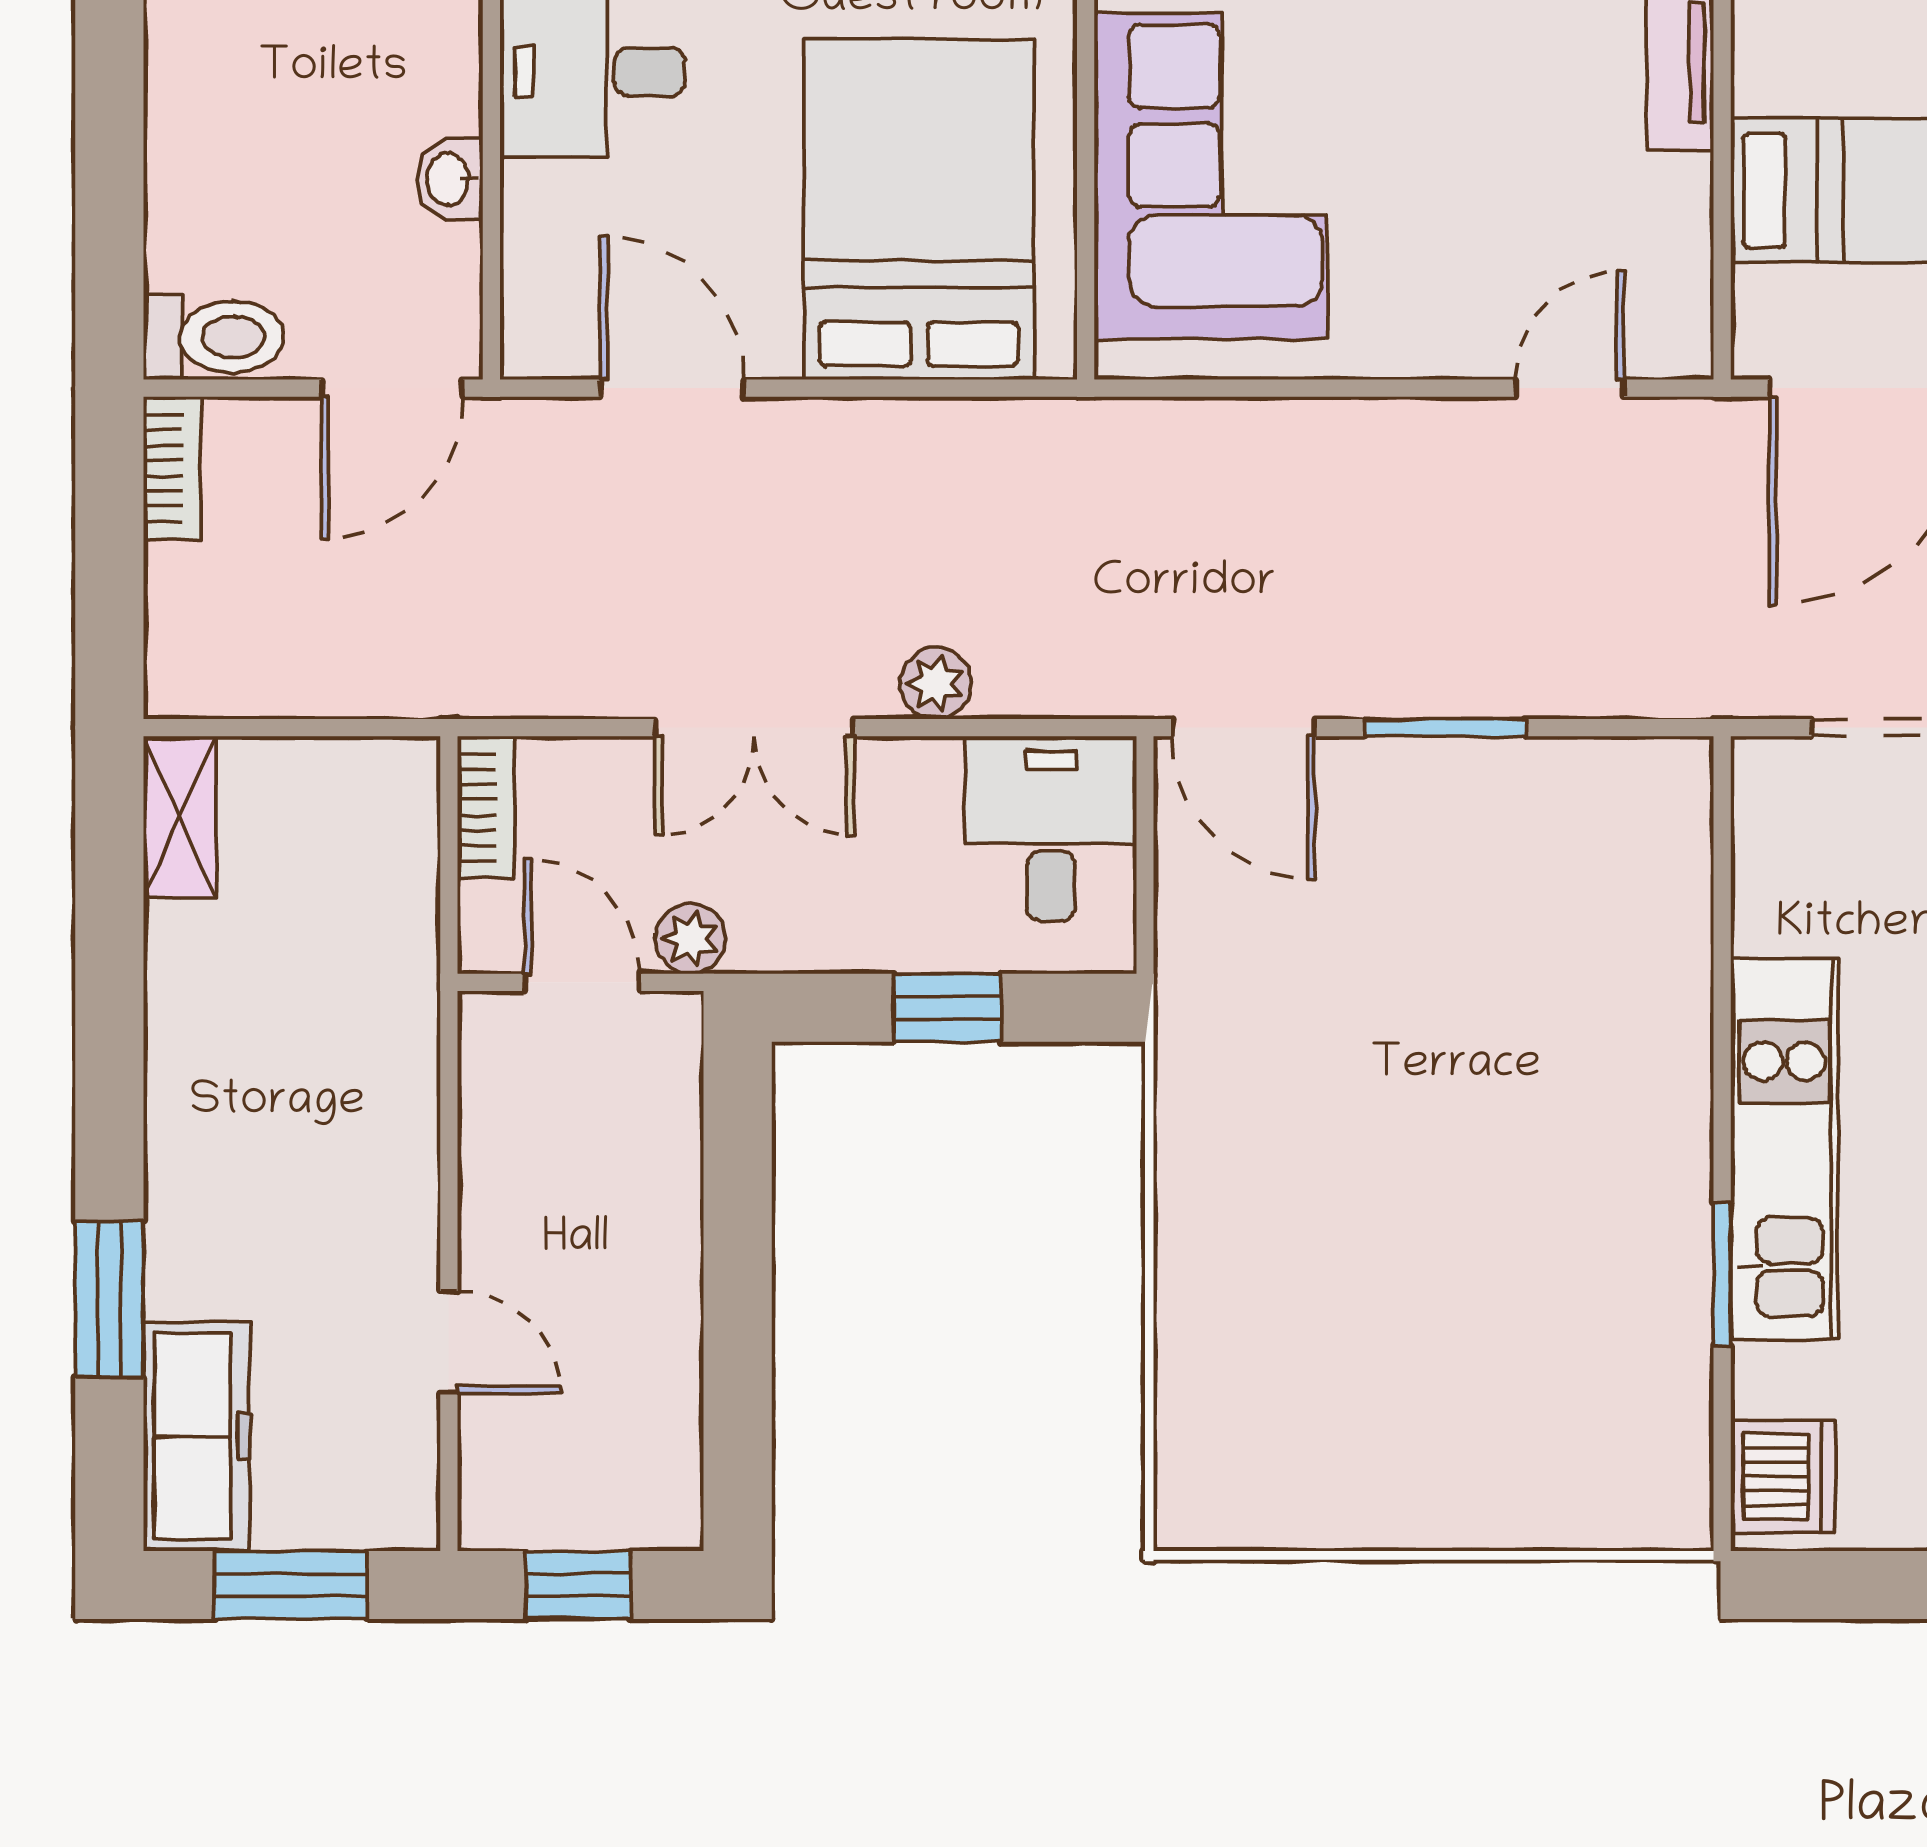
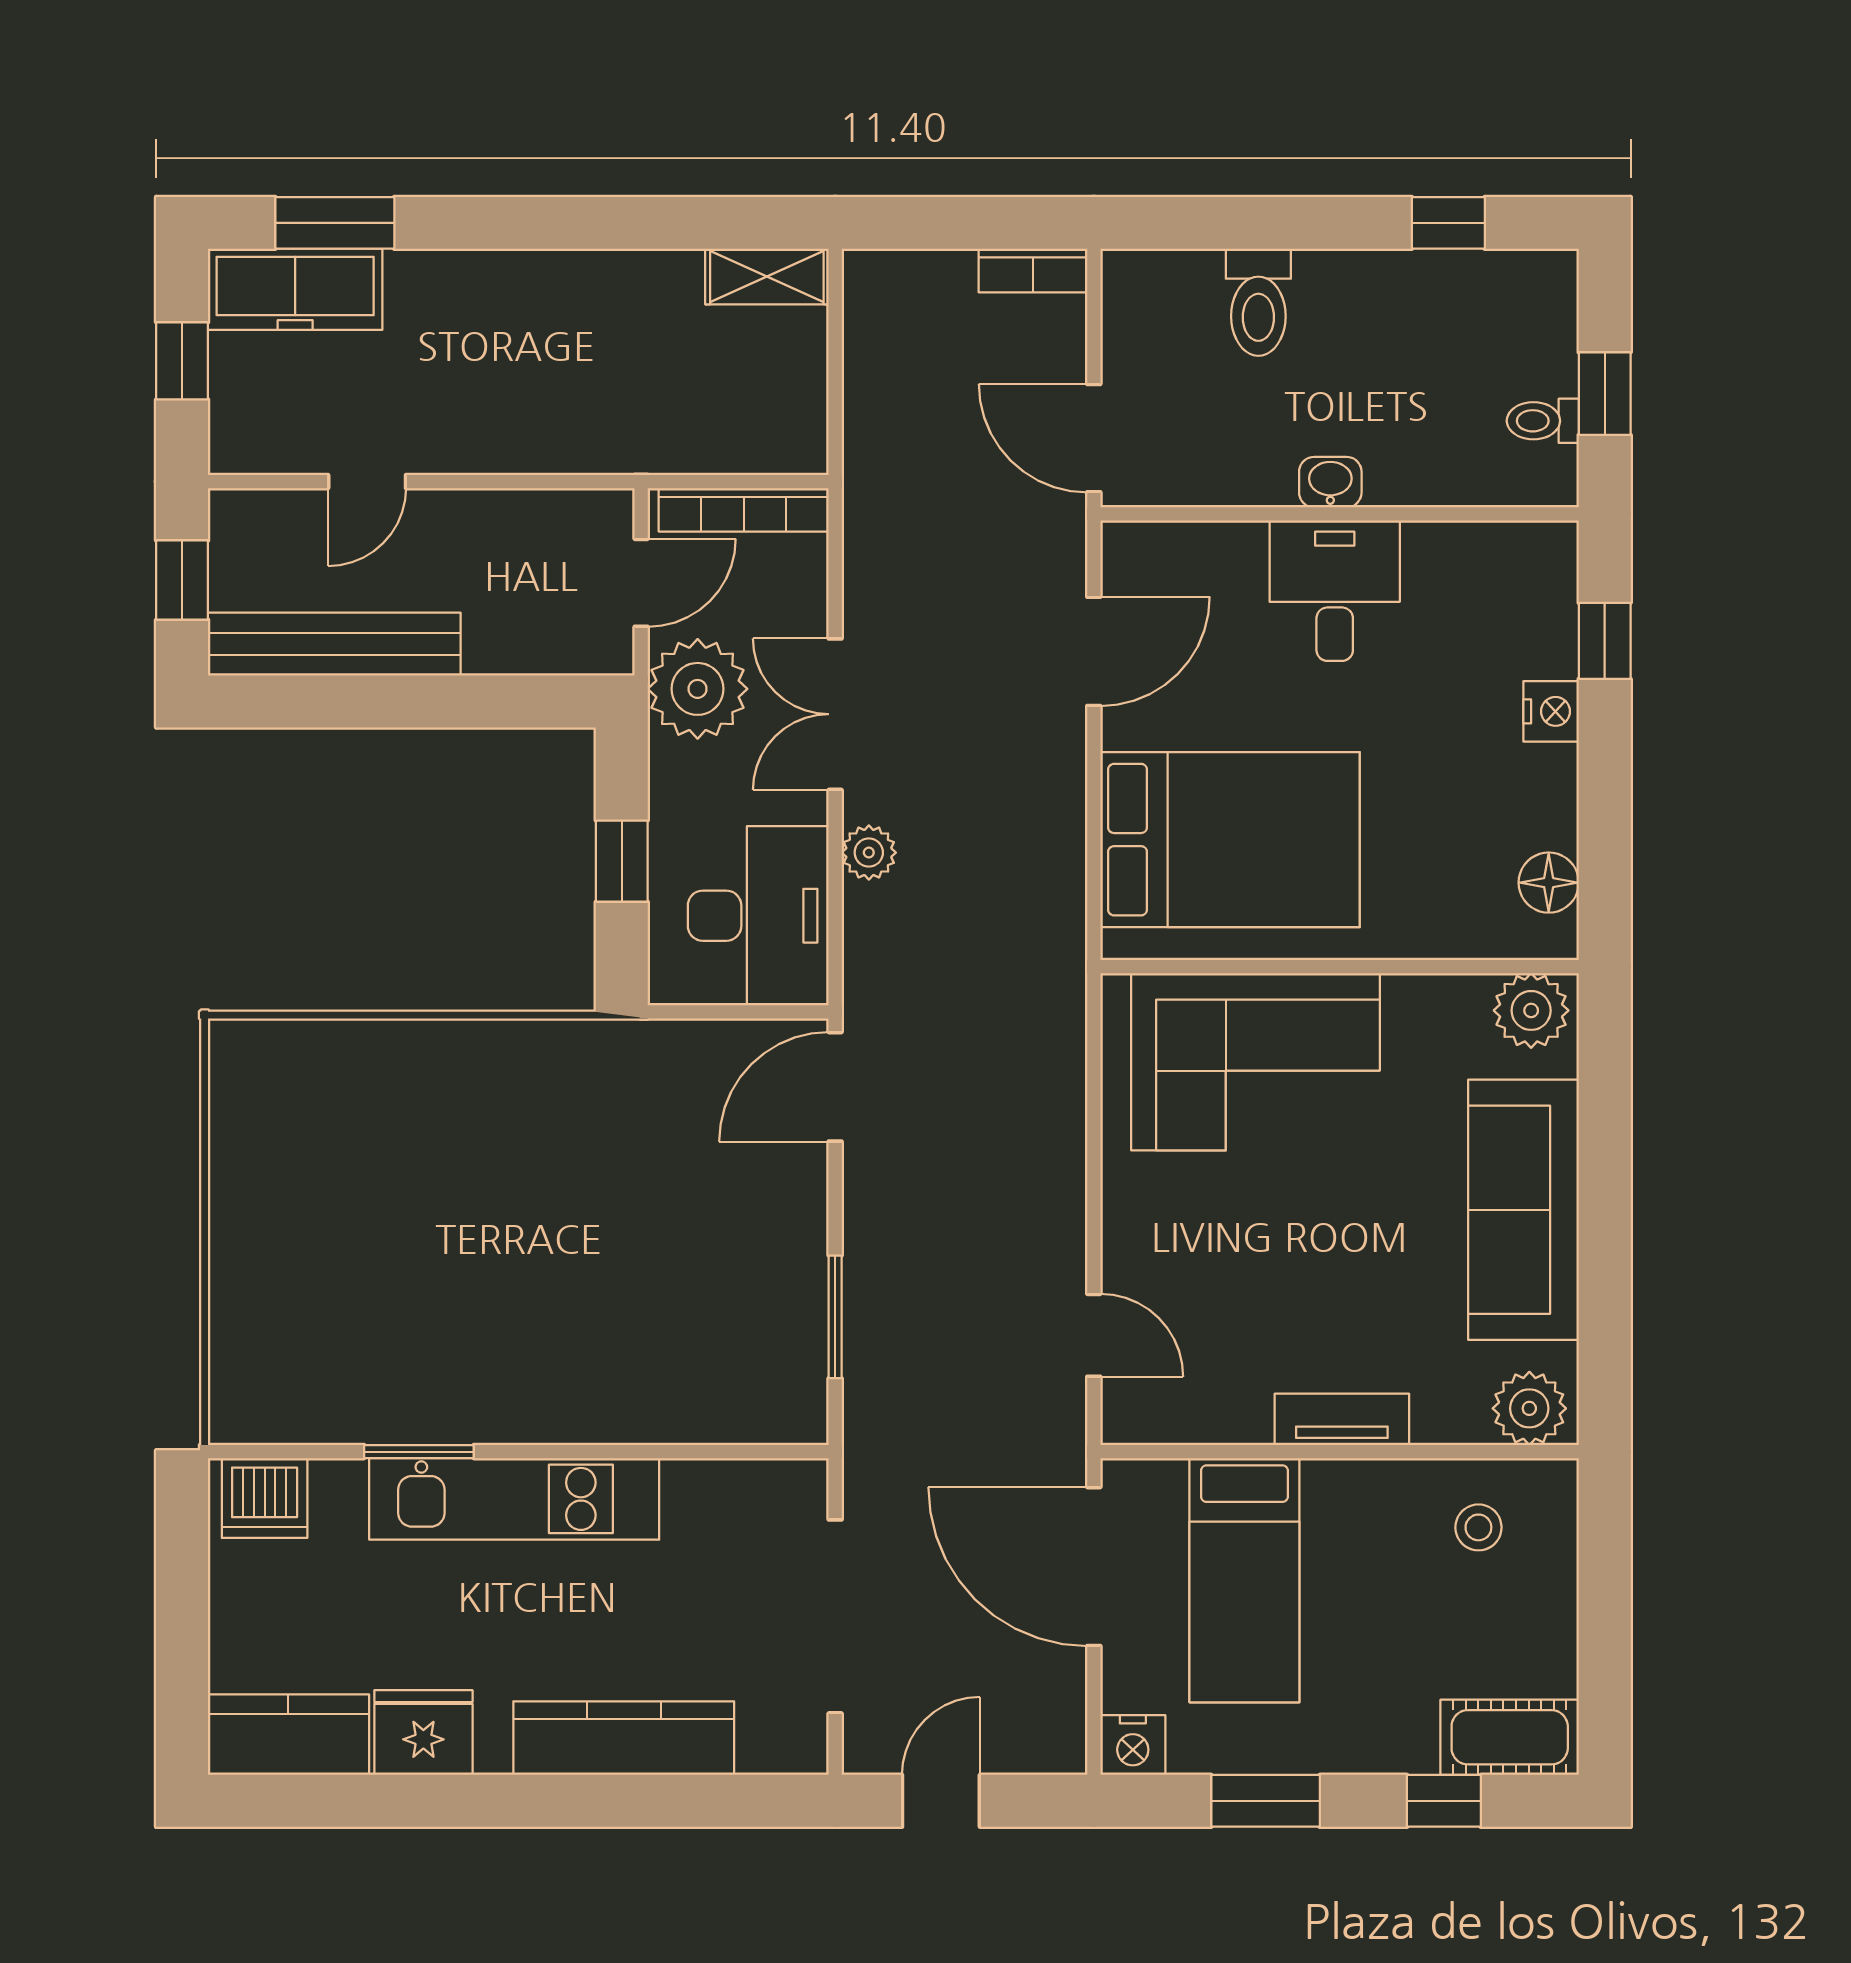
washbasin: (450, 179) -> (1330, 482), moved
toilet: (214, 337) -> (1258, 302), moved
window: (1445, 728) -> (835, 1317), moved
bookcase: (486, 808) -> (744, 510), width x1.56
desk: (1051, 829) -> (758, 916), width x1.37
plant: (691, 939) -> (698, 689), width x1.88, depth x1.88
window: (109, 1299) -> (335, 223), moved
bench: (662, 1385) -> (334, 644), added
window: (291, 1585) -> (182, 361), width x0.67

